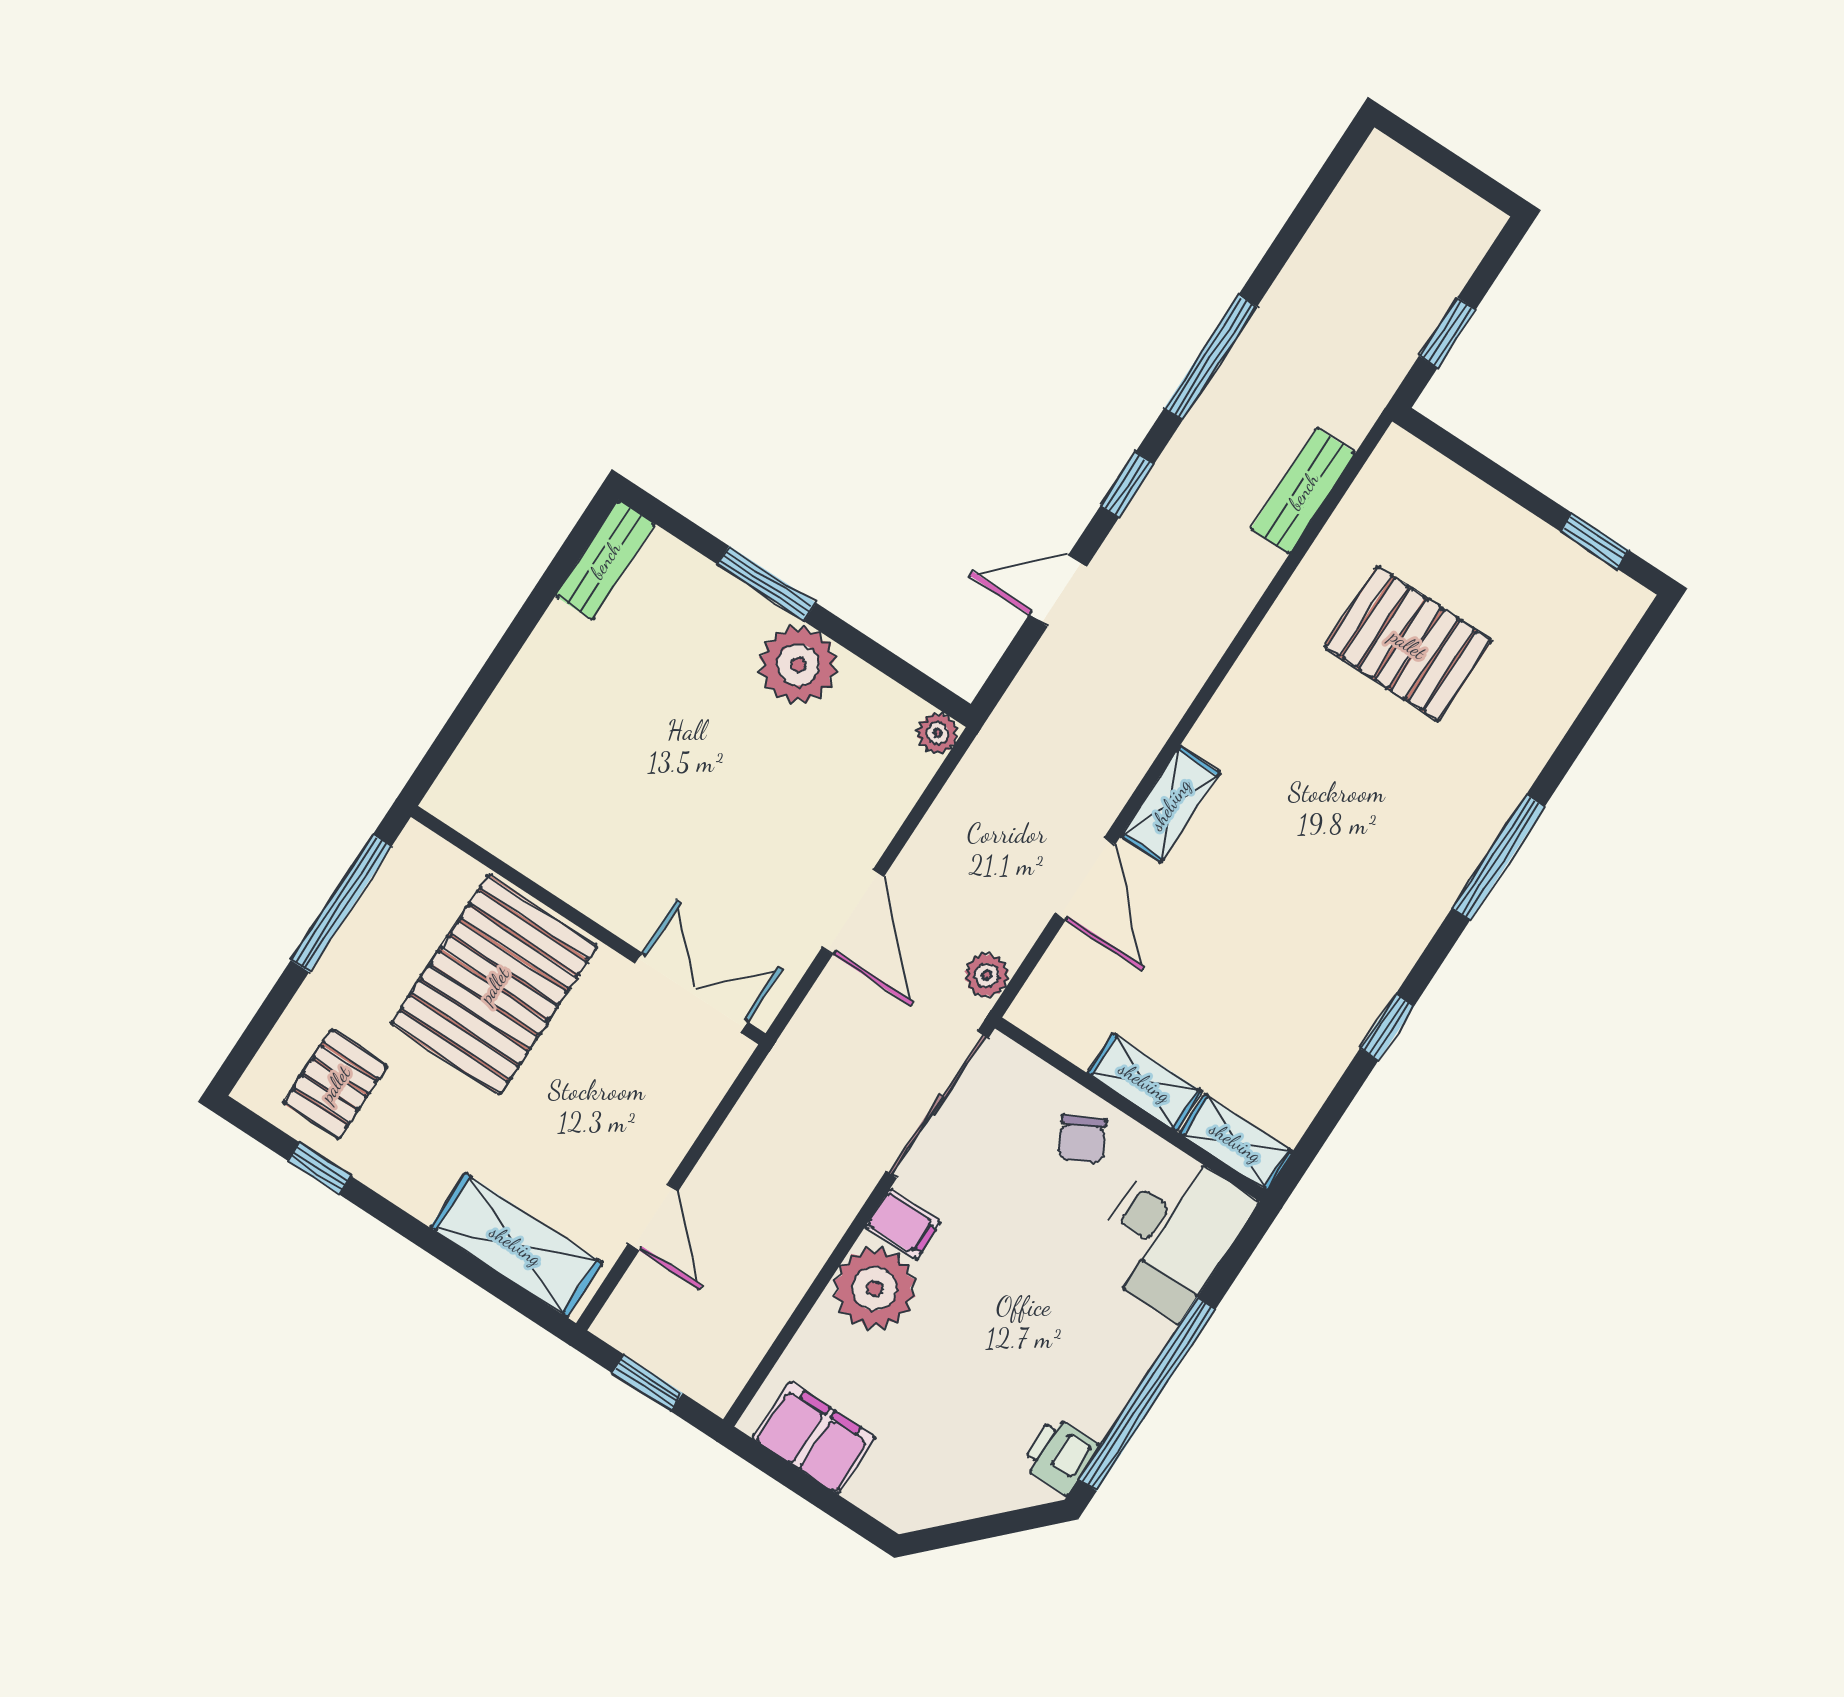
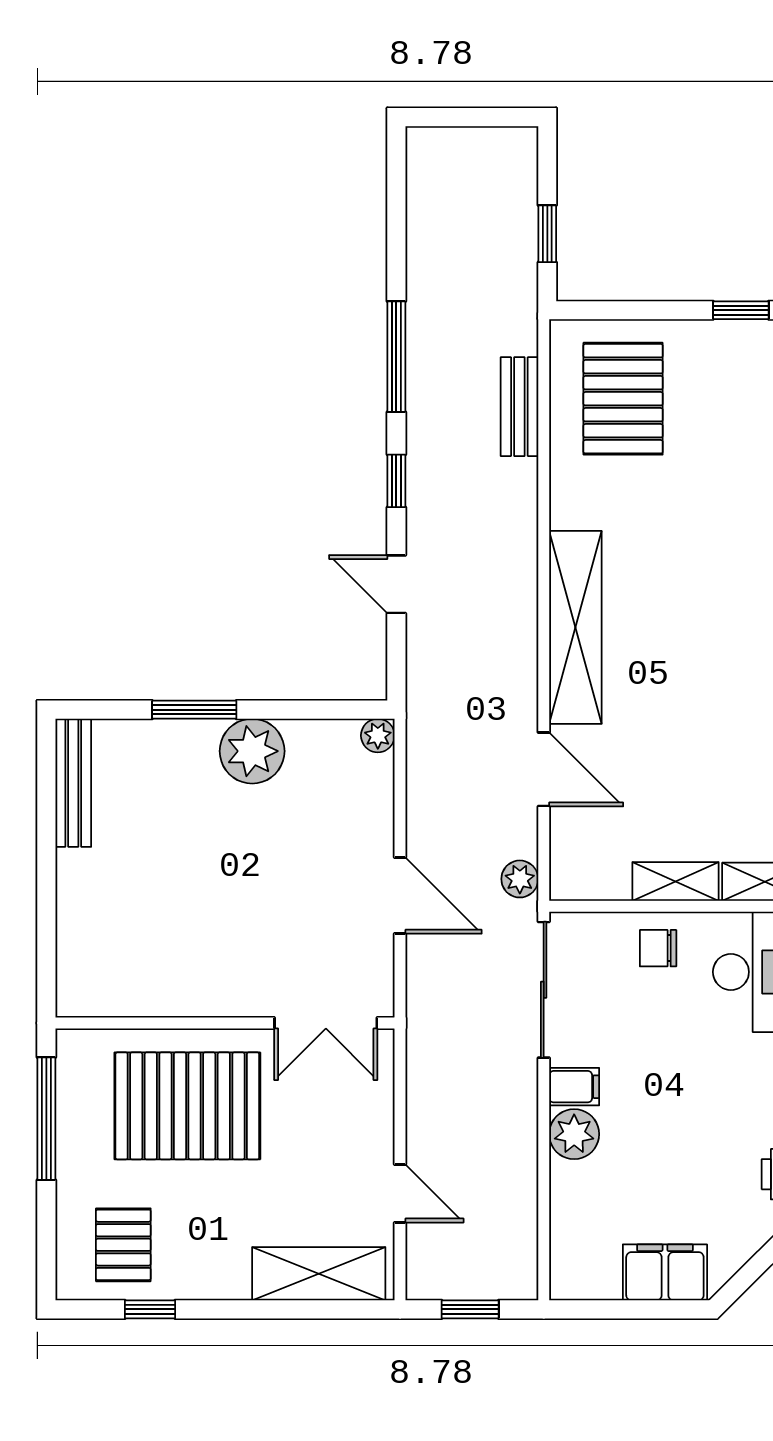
bench: (605, 560) -> (73, 783), width x1.36
door: (1058, 591) -> (396, 584), hinge flipped
pallet: (1408, 644) -> (623, 399), moved, turned 90
shelving: (1170, 804) -> (575, 627), width x2.20, depth x1.33
pallet: (494, 985) -> (187, 1106), turned 90
double door: (691, 993) -> (326, 1023), swing flipped
chair: (1082, 1139) -> (658, 948), turned 117
plant: (875, 1289) -> (574, 1134), width x0.73, depth x0.73
filing cabinet: (814, 1438) -> (665, 1272), moved

